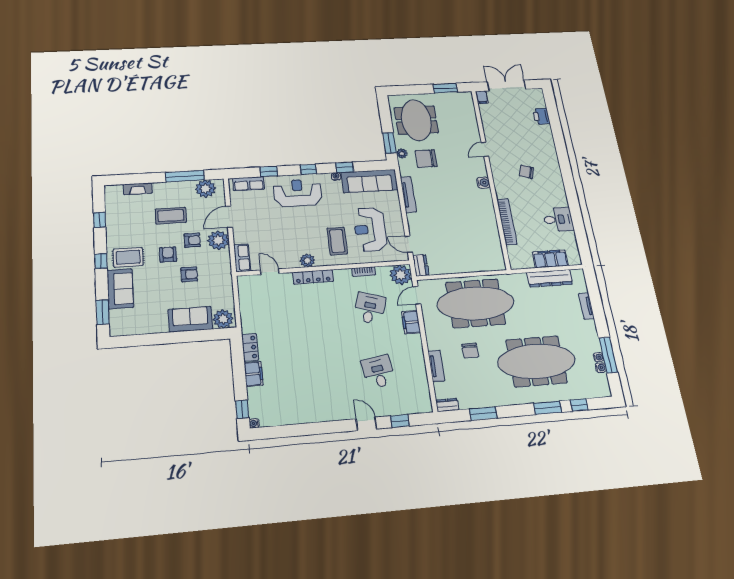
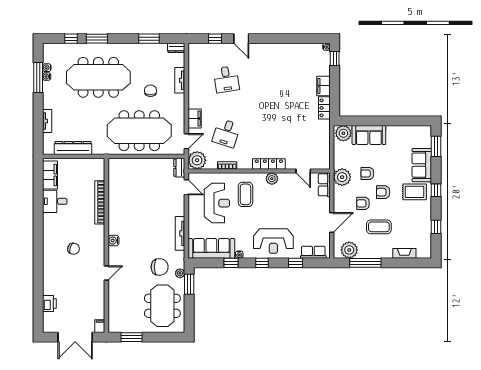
plant: (218, 240) -> (342, 177), moved
armchair: (168, 254) -> (383, 192), turned 90
filing cabinet: (550, 259) -> (50, 175), moved, turned -90

